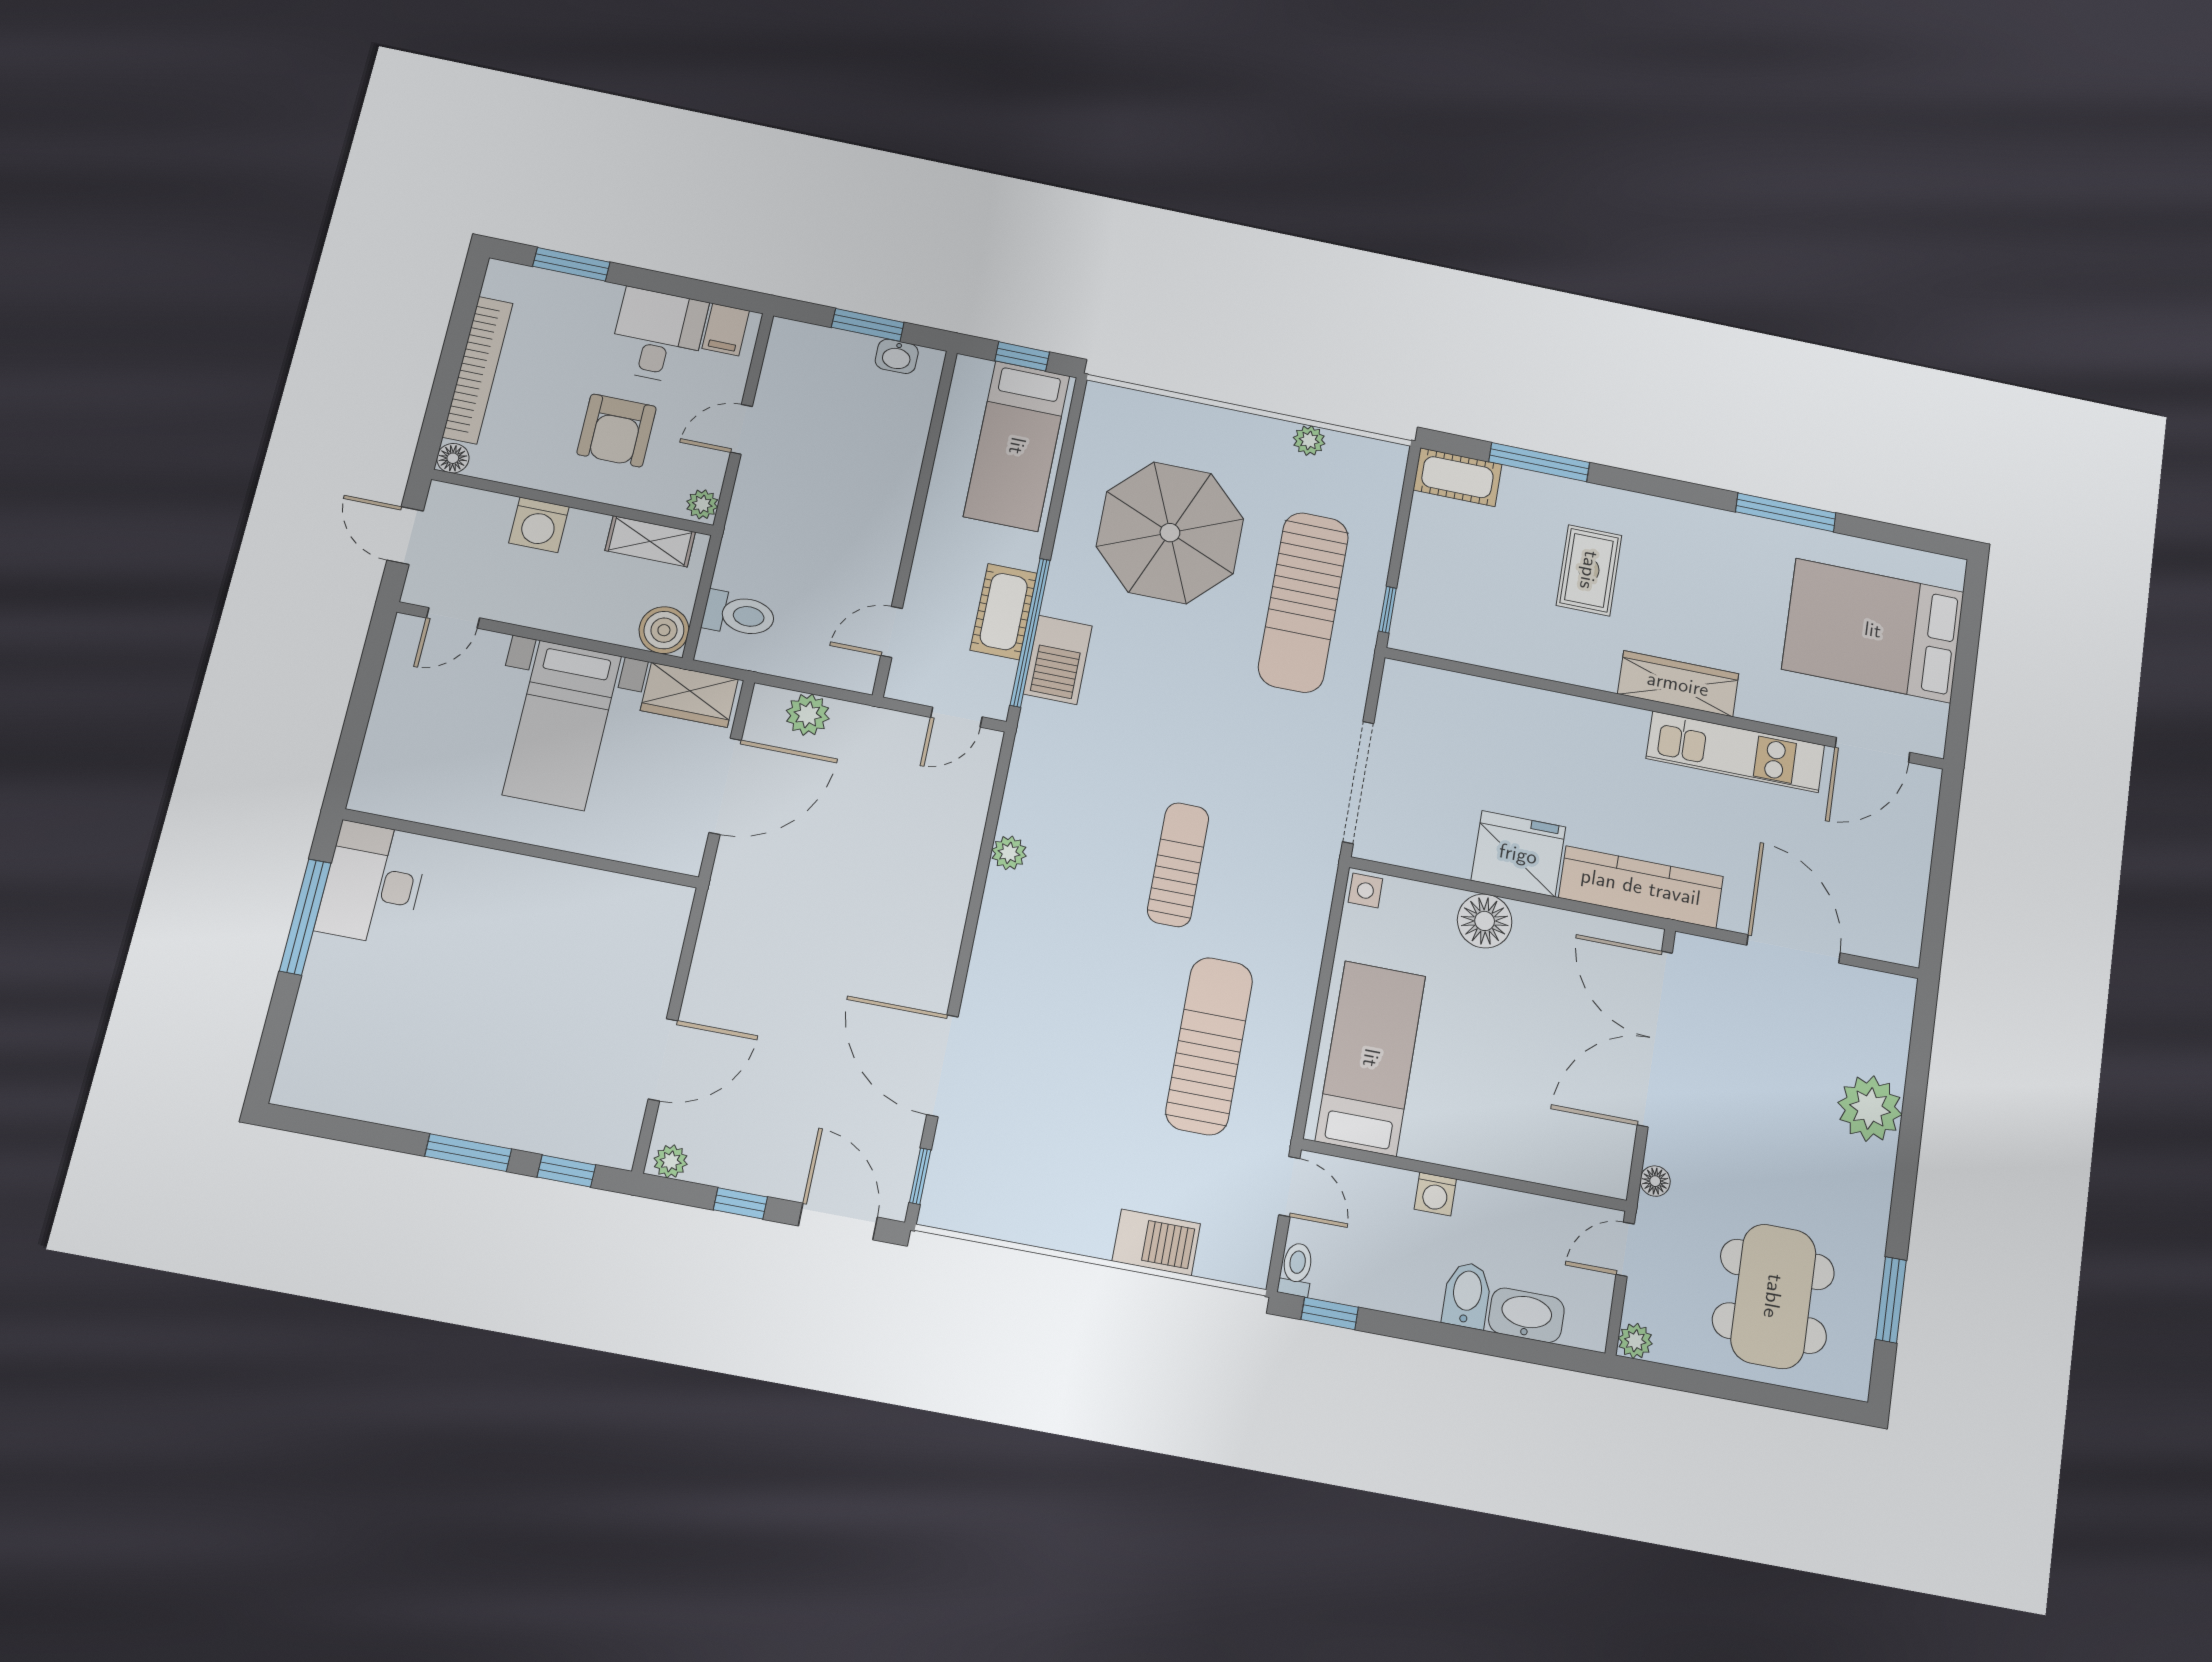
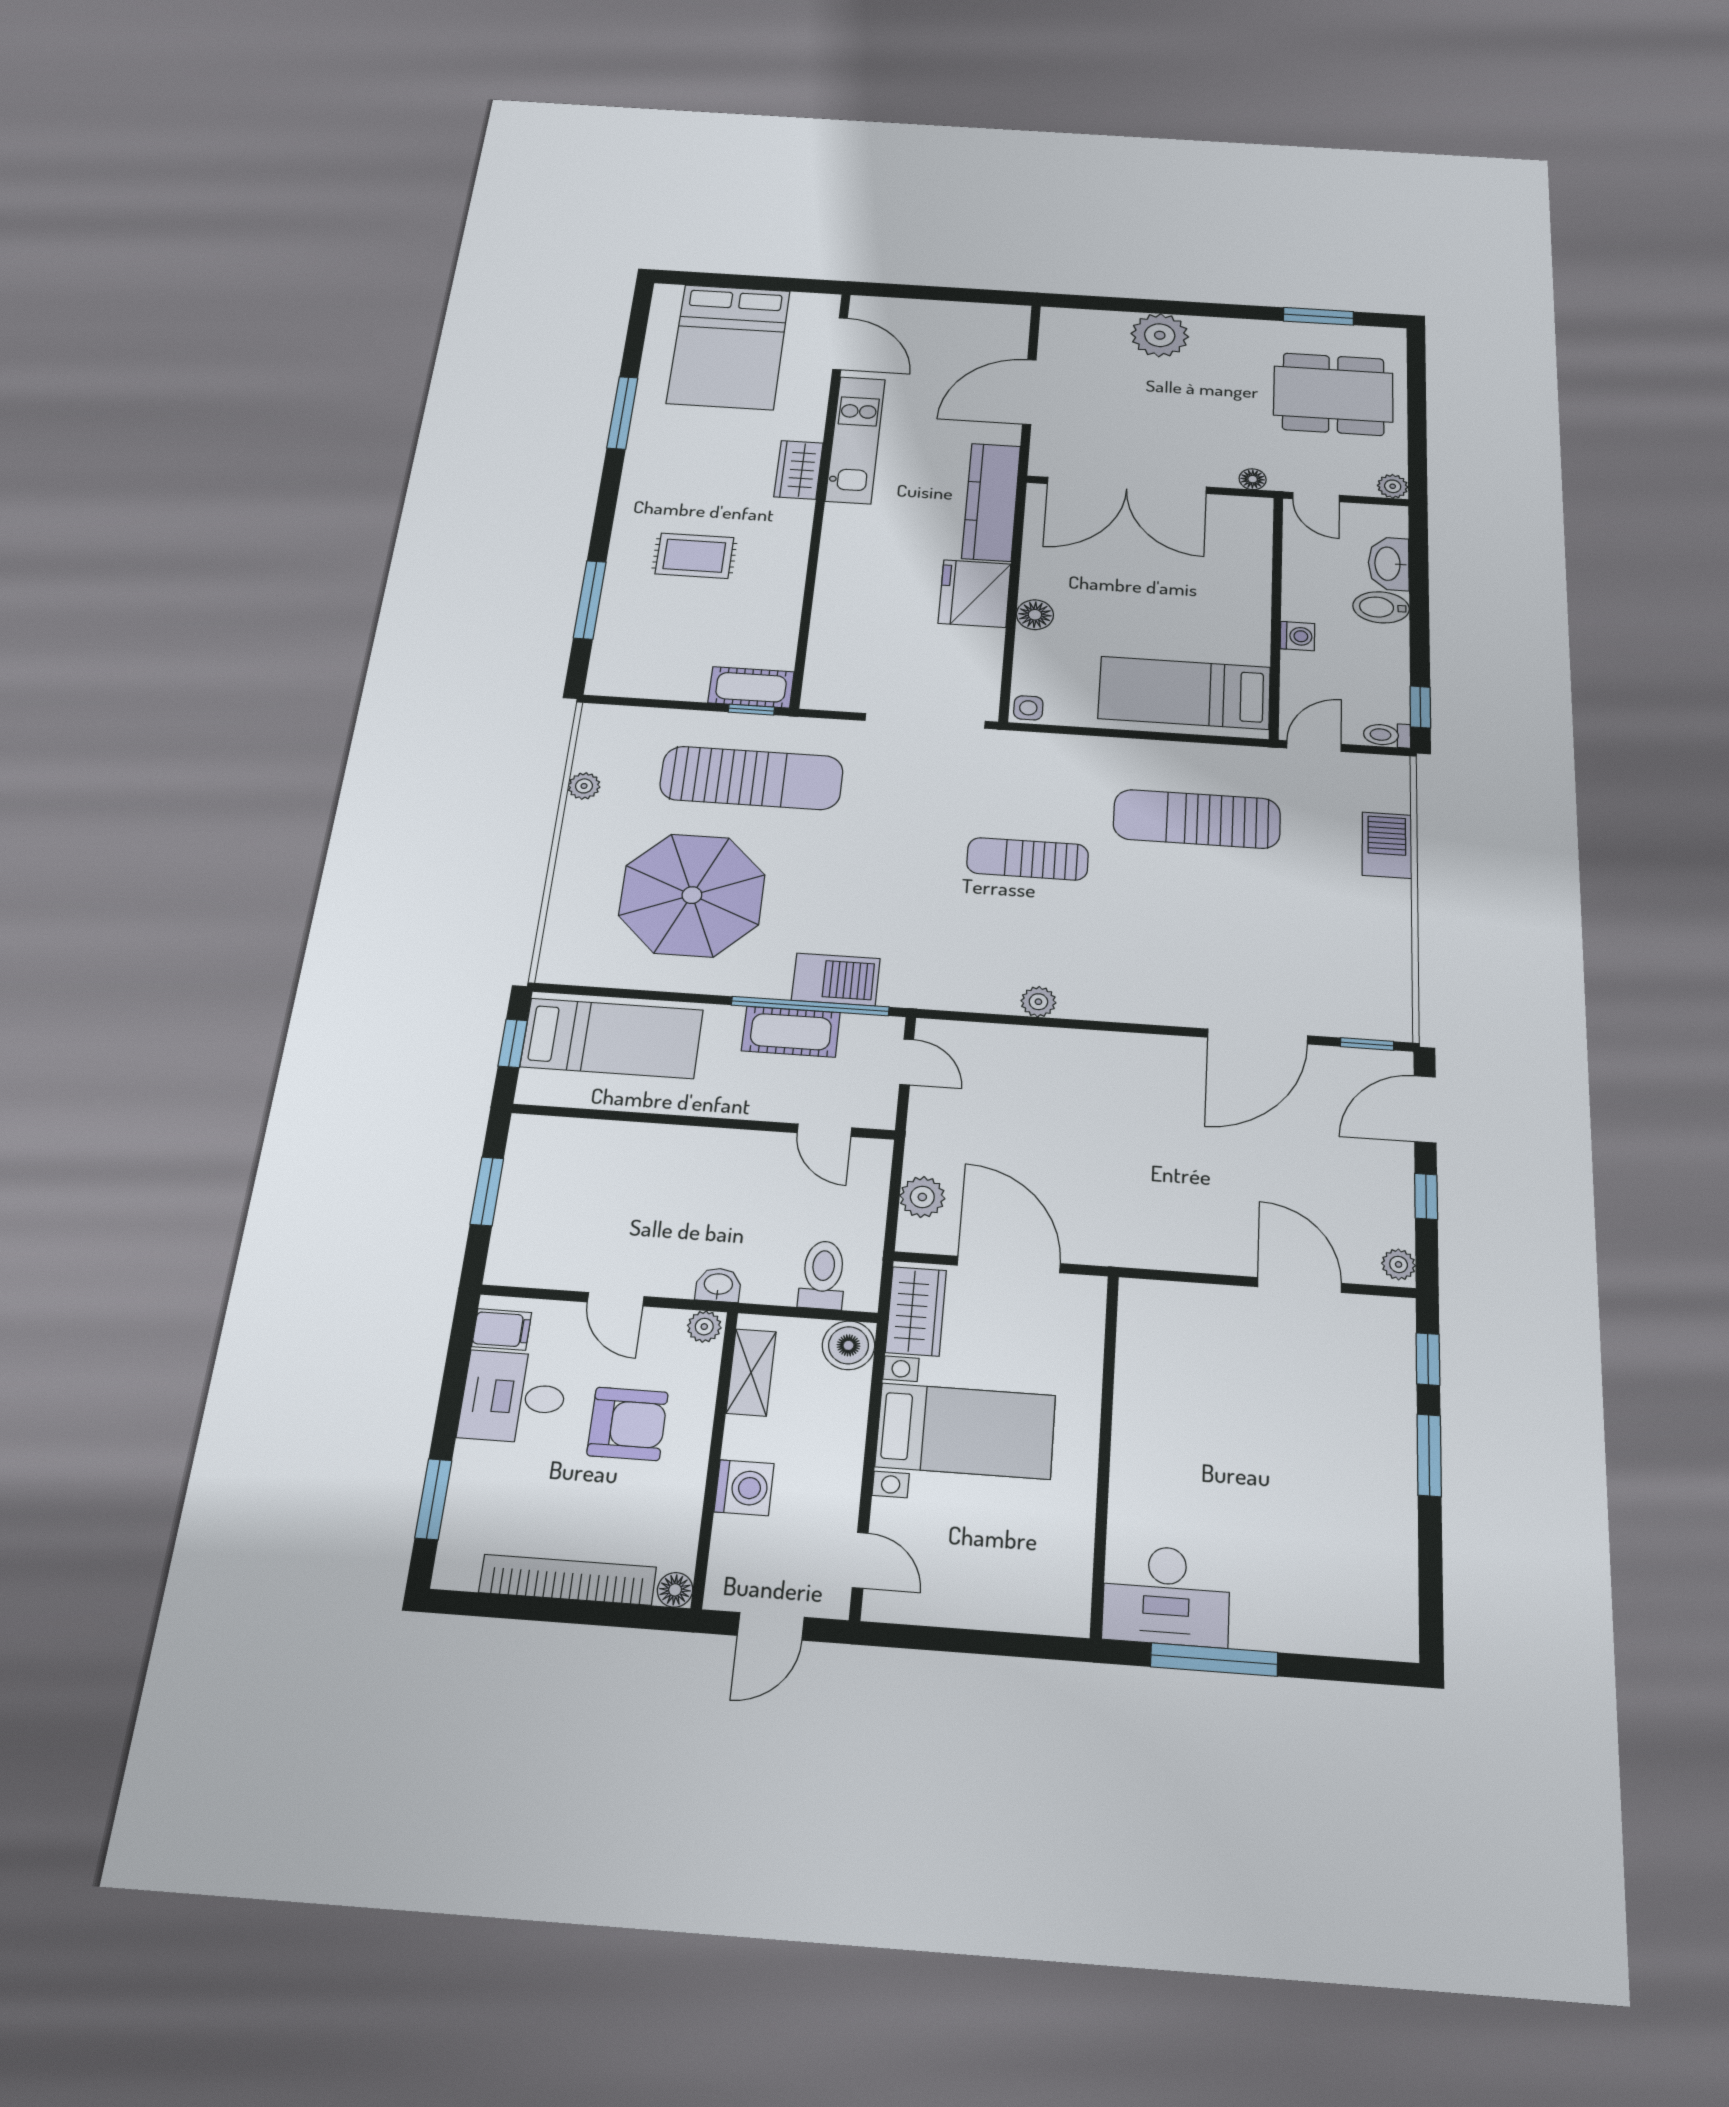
washbasin: (897, 356) -> (718, 1285), moved, turned -90
cot: (1457, 477) -> (751, 687), moved, turned 90
wardrobe: (1678, 684) -> (798, 470), width x0.67
floor lamp: (1485, 921) -> (1035, 615), width x0.73, depth x0.73

